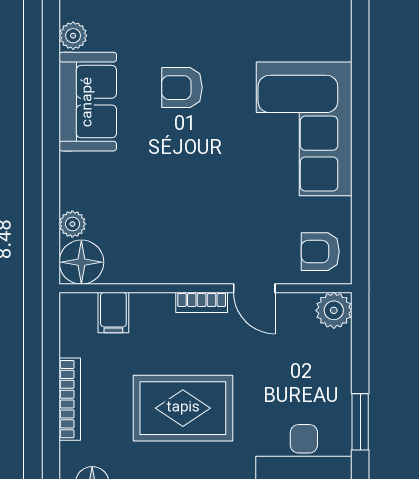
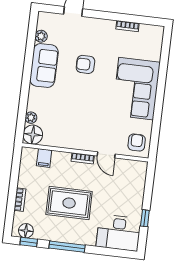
armchair: (320, 252) -> (137, 143), turned 90
plant: (334, 310) -> (139, 169), removed
bookcase: (70, 399) -> (20, 200), width x0.64
window: (360, 422) -> (145, 218), width x0.67

